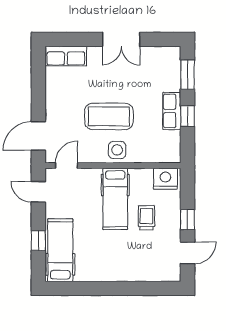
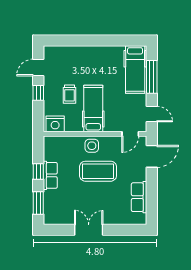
row of seats: (66, 56) -> (139, 197), moved, turned -90
window: (38, 241) -> (152, 77), width x2.17

